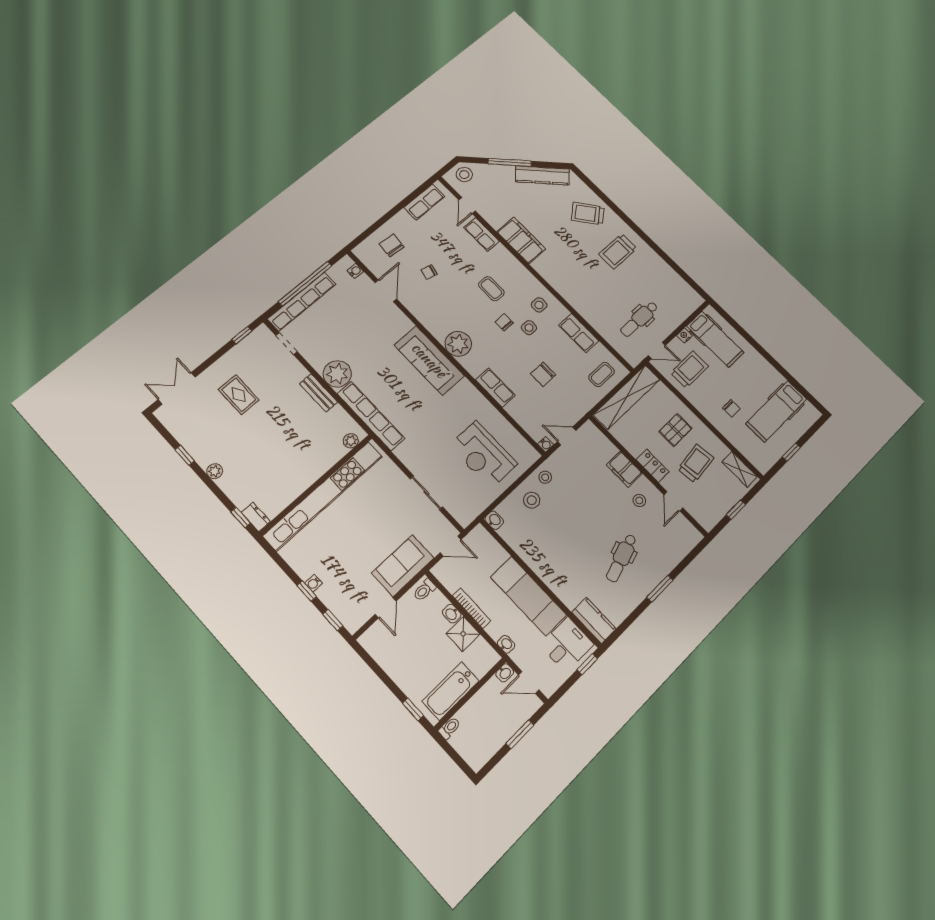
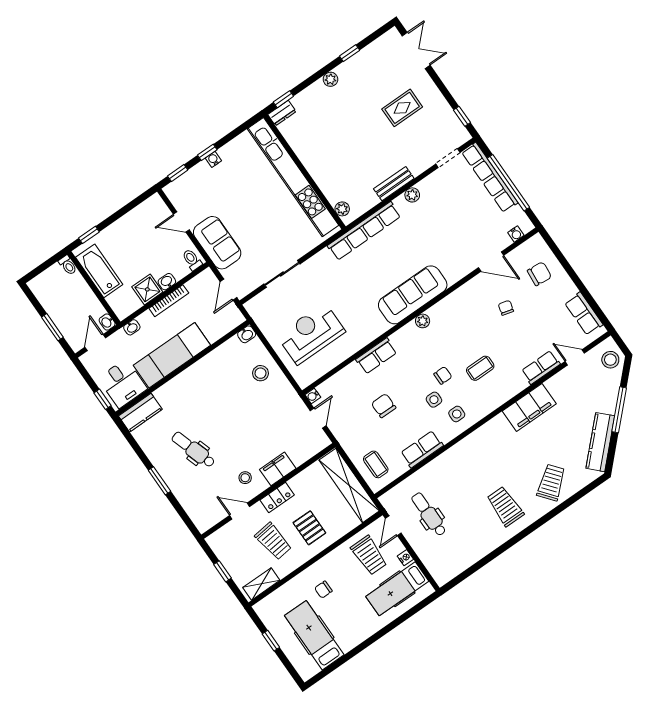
plant: (458, 344) -> (423, 321), width x0.53, depth x0.53
plant: (337, 374) -> (412, 195), width x0.53, depth x0.53
stool: (545, 477) -> (281, 390), removed

